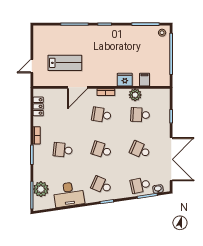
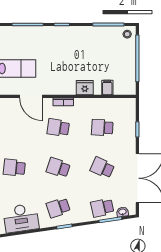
door: (77, 87) -> (31, 96), hinge flipped
plant: (135, 95) -> (97, 105), removed
school desk: (101, 185) -> (58, 208), turned -42

